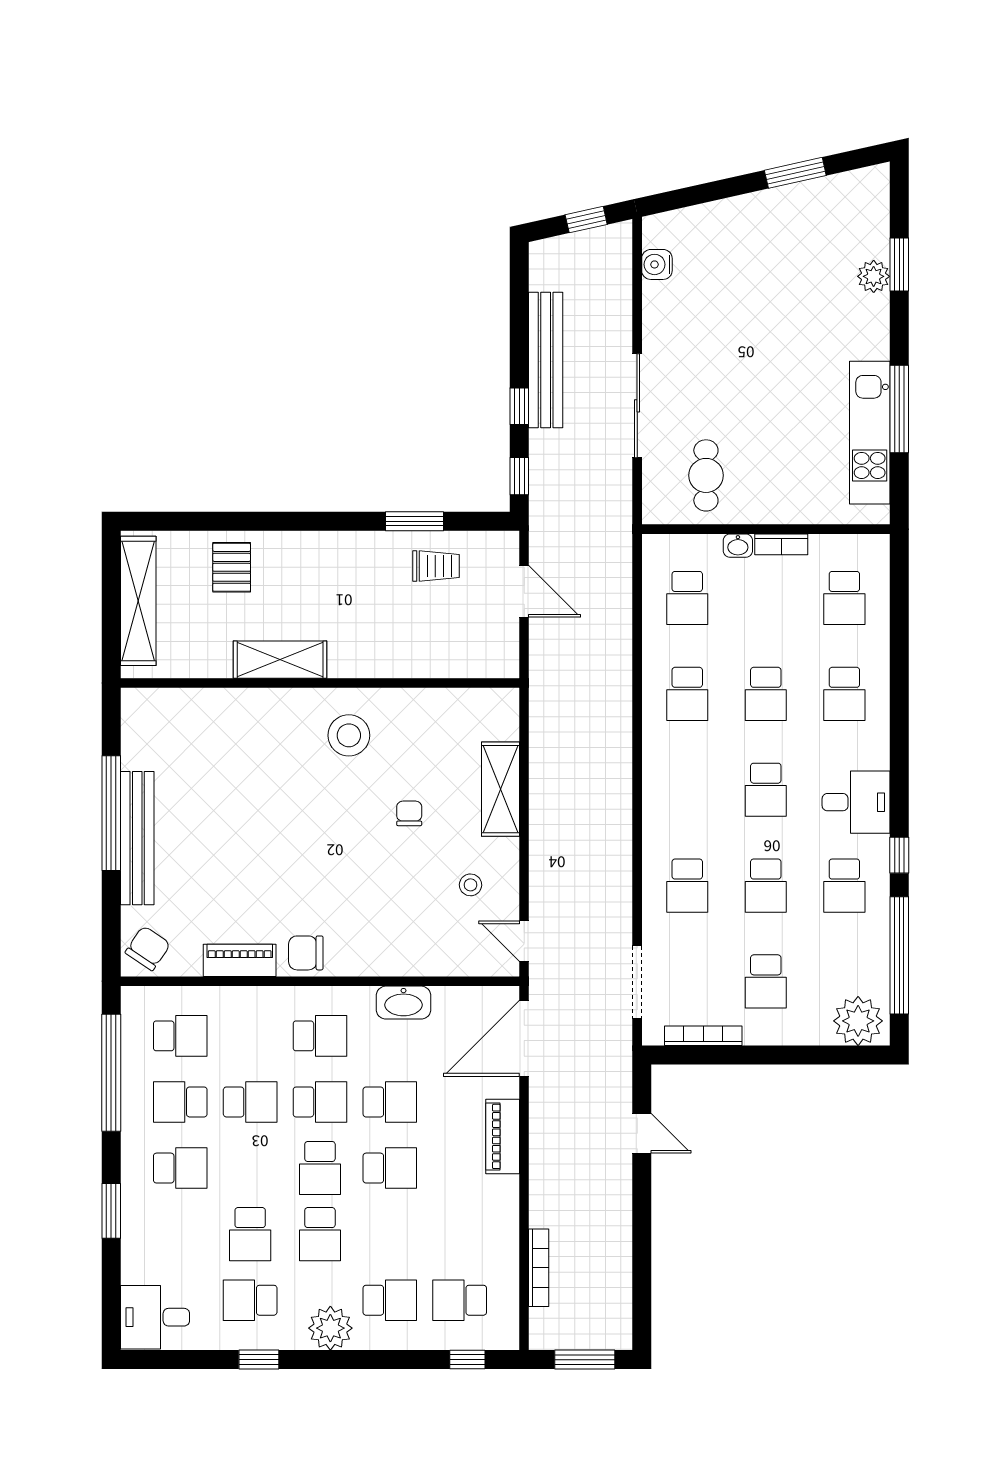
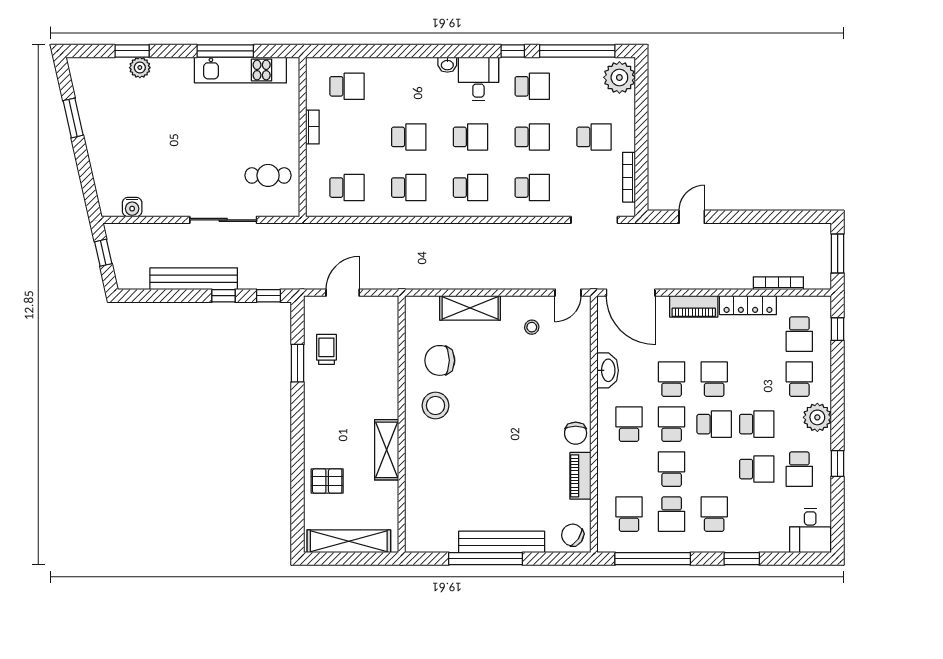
washbasin: (738, 546) -> (447, 65), moved, turned 90
school desk: (844, 694) -> (470, 188), moved
chair: (409, 813) -> (440, 360), moved, width x1.87, depth x1.87
locker: (505, 1221) -> (748, 305), added

